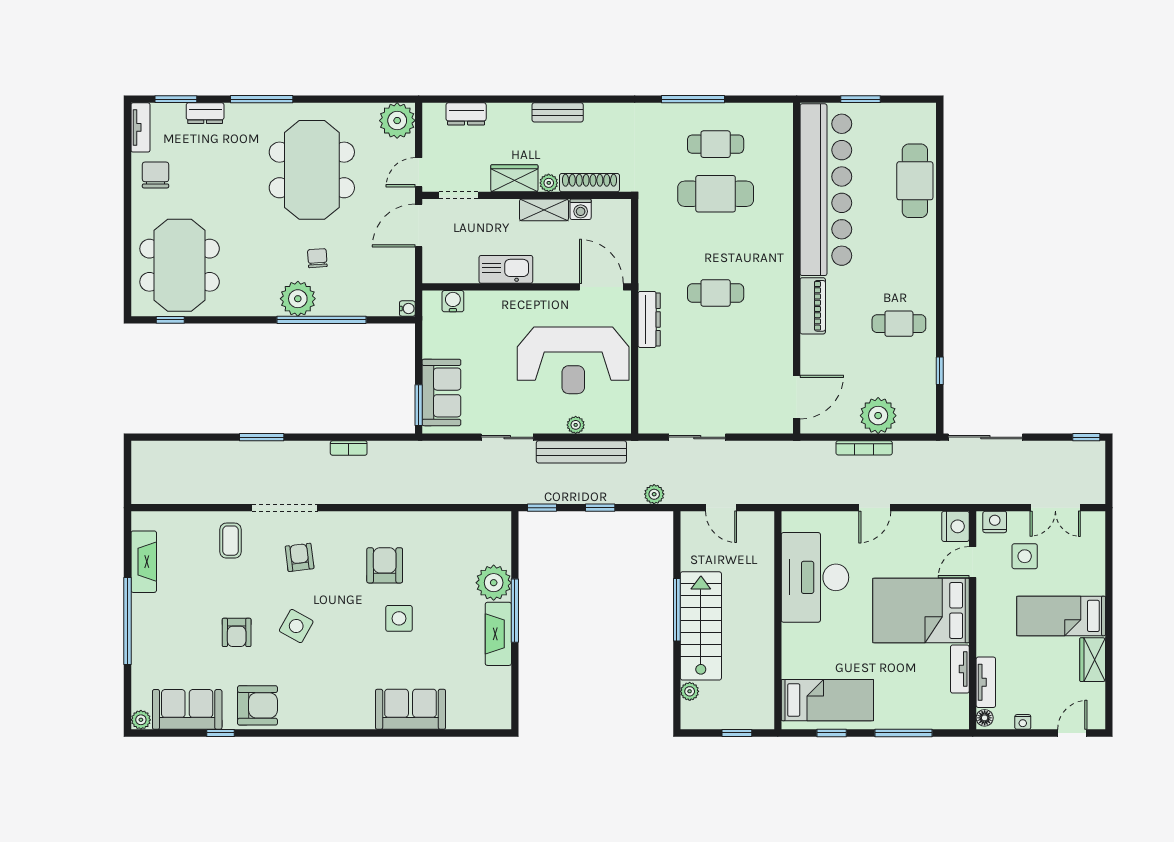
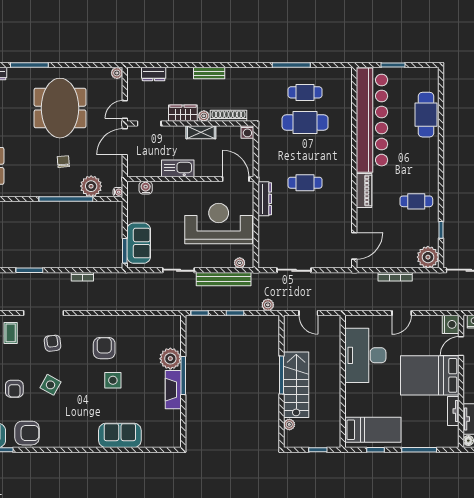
plant: (397, 121) -> (117, 73), width x0.53, depth x0.53
washing machine: (581, 209) -> (247, 132), moved
plant: (298, 299) -> (91, 186), moved
reception desk: (573, 360) -> (219, 224), turned 180
plant: (878, 416) -> (428, 257), moved
plant: (576, 425) -> (240, 263), moved

